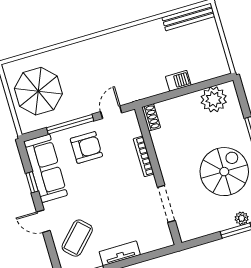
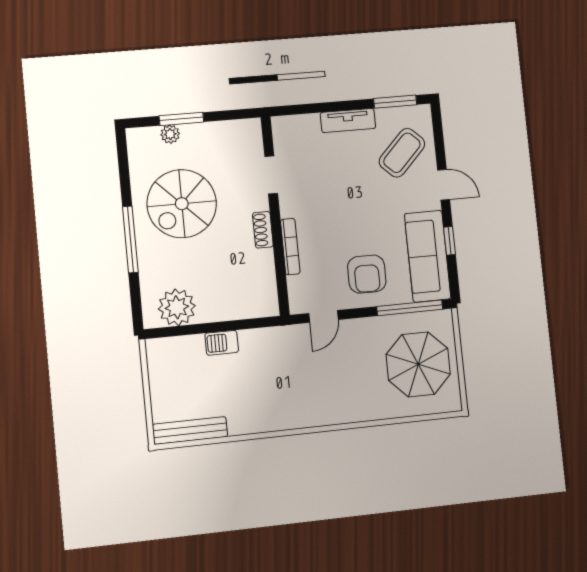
shoe rack: (151, 117) -> (263, 230), moved
window: (70, 124) -> (410, 308), moved
armchair: (86, 147) -> (367, 274), turned -90
doorway: (166, 204) -> (271, 175), width x0.73

